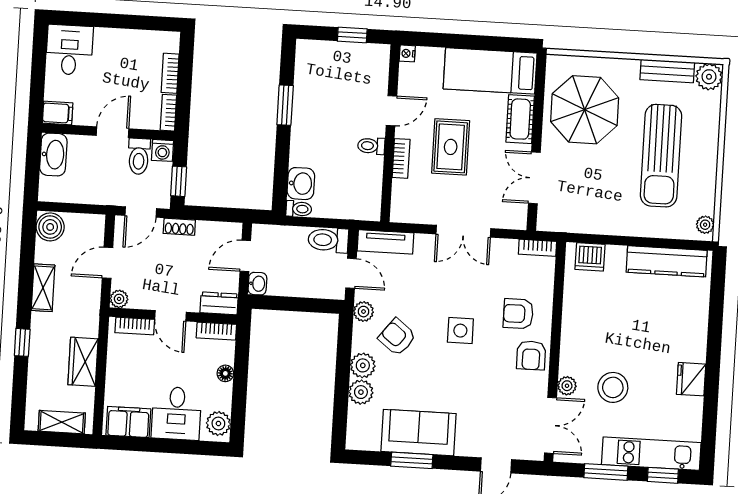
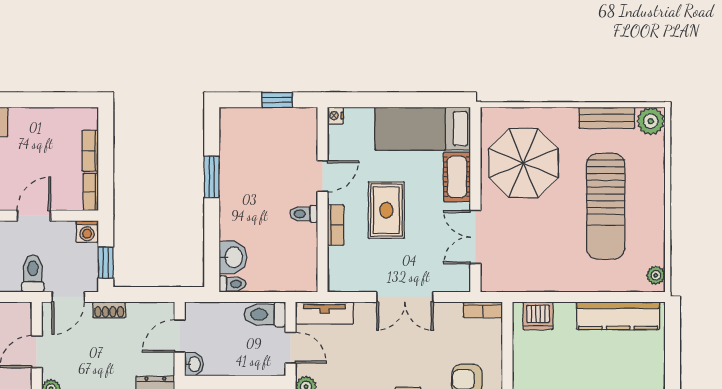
toilet: (139, 156) -> (33, 273), moved, turned 180

